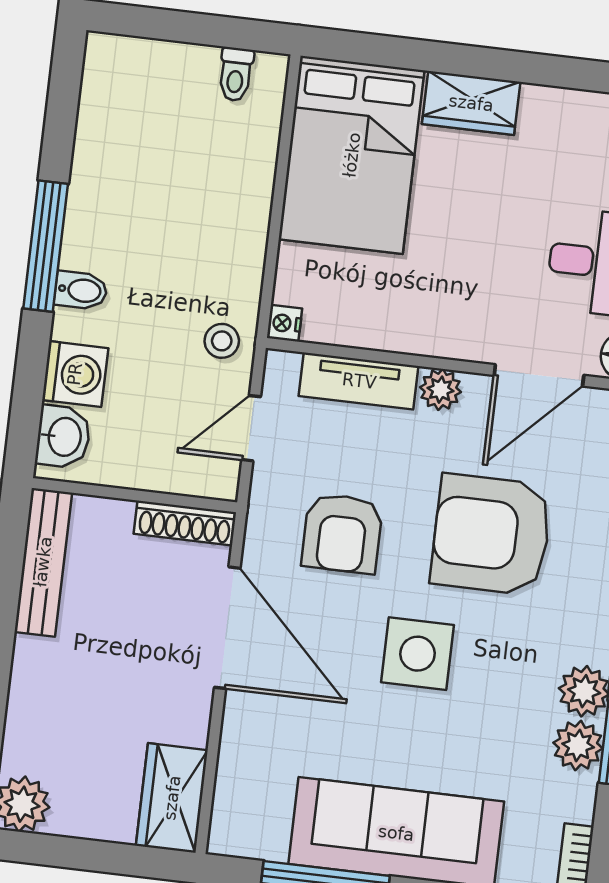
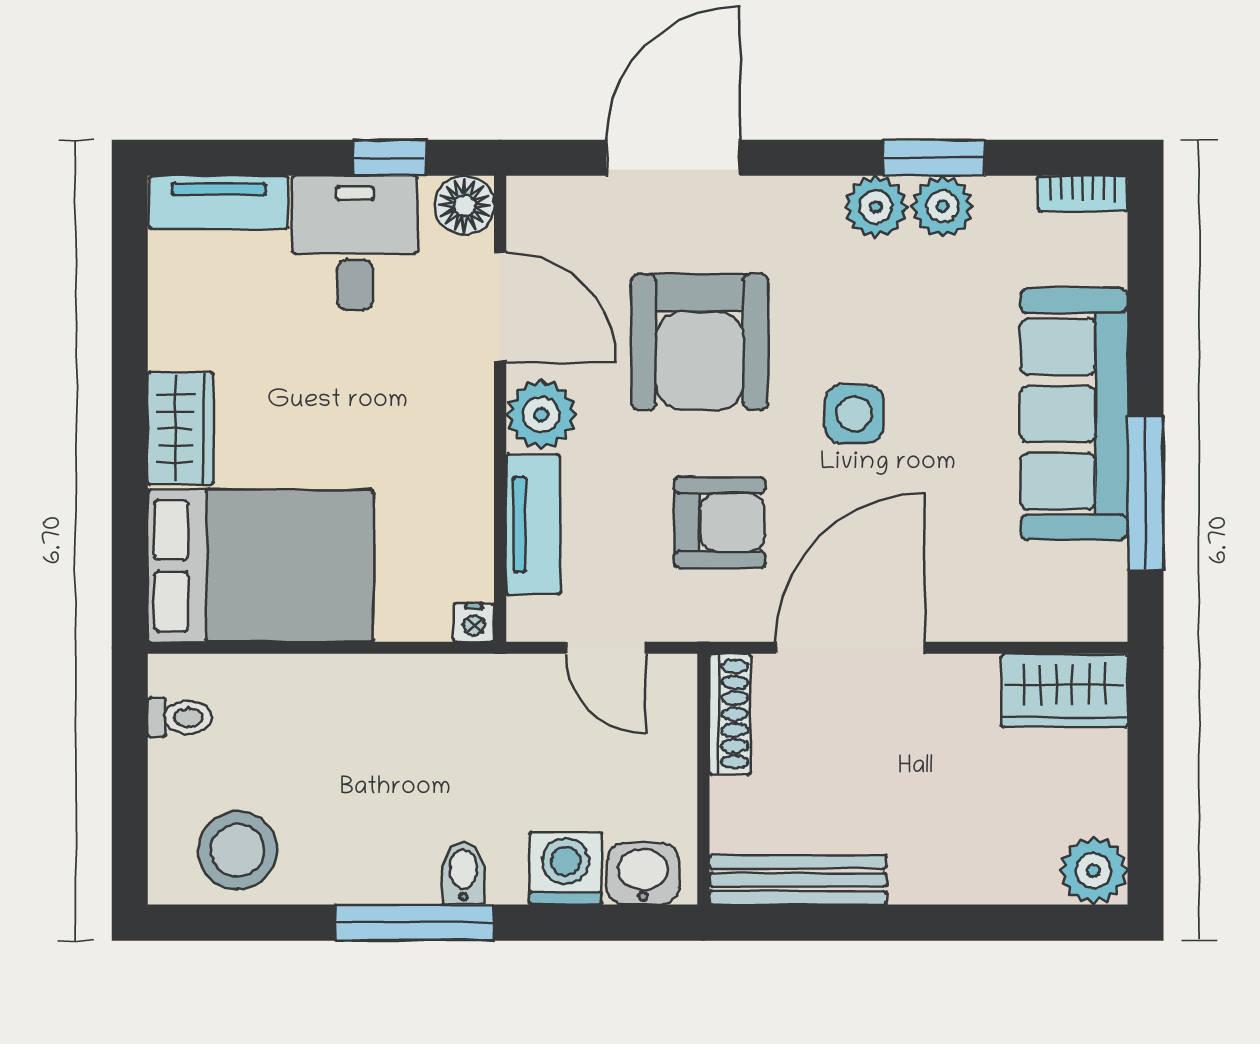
stool: (222, 341) -> (238, 850), moved, width x1.89, depth x1.89
plant: (441, 390) -> (541, 415), width x1.38, depth x1.38
side table: (418, 654) -> (854, 414), width x0.73, depth x0.73

